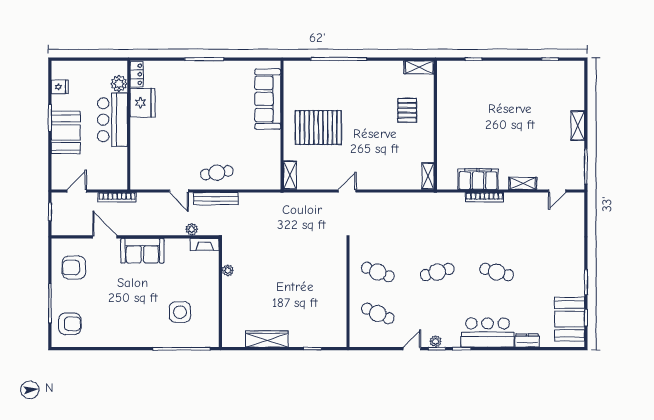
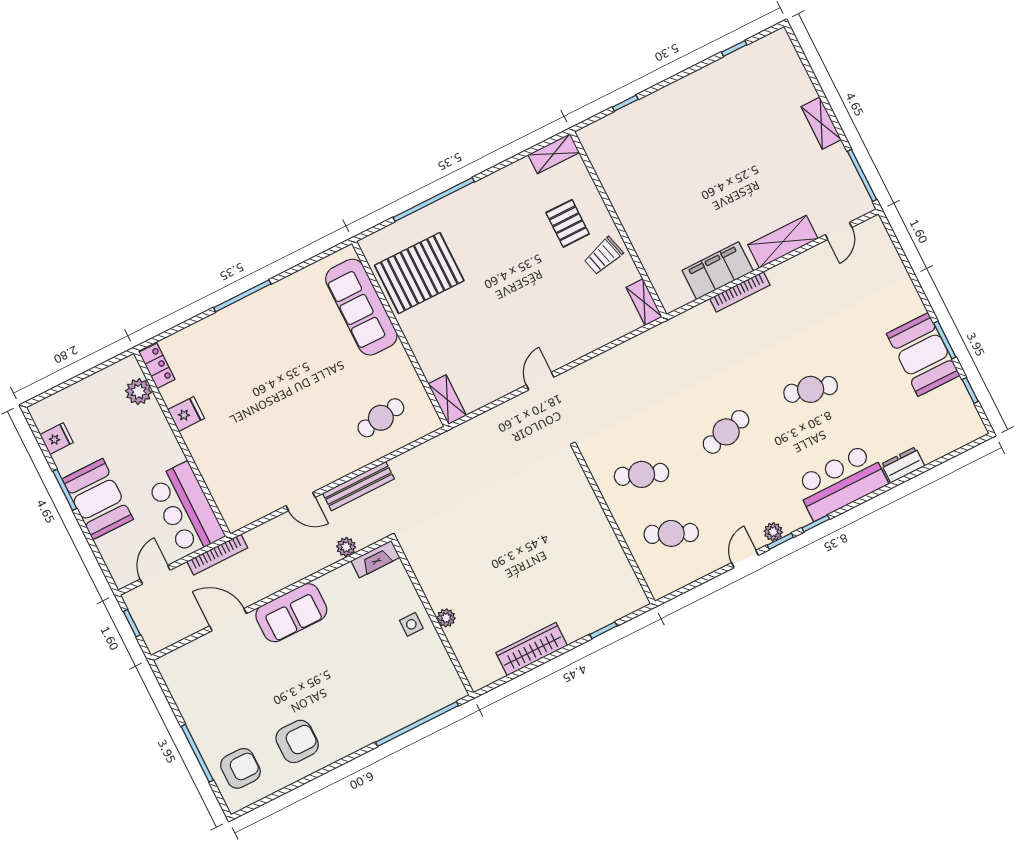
fridge: (142, 103) -> (186, 414), width x0.53, depth x0.75
bar counter: (112, 120) -> (186, 509), moved
pallet: (318, 128) -> (419, 273), moved
trolley: (418, 139) -> (603, 256), added
cafe table: (217, 173) -> (381, 418), moved
shelving: (523, 183) -> (783, 242), width x1.50, depth x1.33
armchair: (74, 268) -> (297, 741), moved, turned 180
plant: (228, 270) -> (446, 618), moved
side table: (180, 312) -> (411, 624), moved, width x0.54, depth x0.54
booth: (570, 319) -> (923, 354), moved

